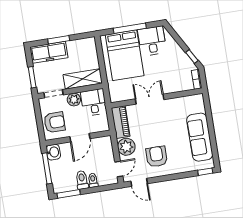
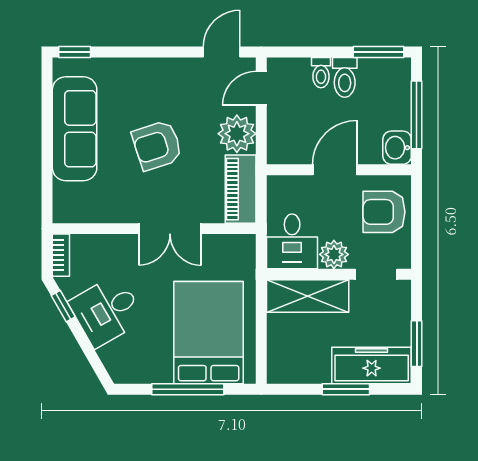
desk: (152, 41) -> (107, 311), moved, turned 60
window: (32, 77) -> (417, 344), moved
armchair: (157, 157) -> (157, 145), moved, turned 72
door: (139, 182) -> (222, 52), hinge flipped

